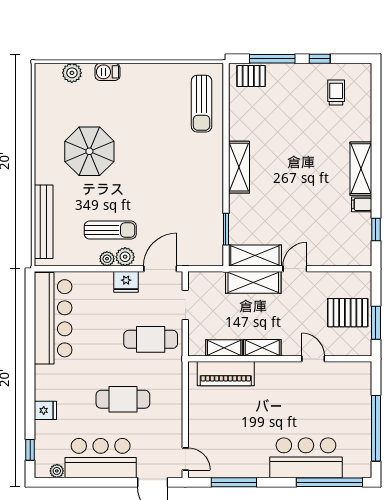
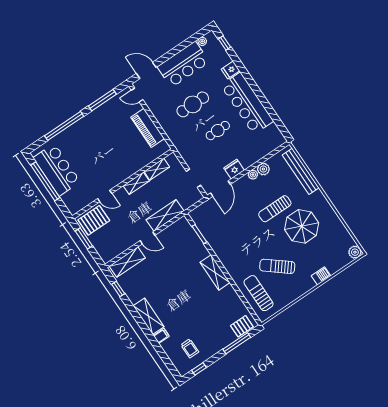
window: (320, 59) -> (199, 369), moved
plant: (72, 73) -> (355, 252), moved
sun lounger: (155, 121) -> (277, 266), added
filing cabinet: (362, 204) -> (161, 336), moved
sun lounger: (110, 230) -> (275, 209), moved
shelving: (255, 256) -> (127, 262), moved
plant: (125, 257) -> (263, 169), moved
door: (295, 269) -> (148, 238), hinge flipped
pallet: (348, 313) -> (94, 220), moved
bar counter: (53, 318) -> (247, 103), moved
cafe table: (151, 339) -> (218, 131), moved, width x0.73, depth x0.74
piano: (226, 374) -> (148, 128), moved, turned -90
bar counter: (306, 458) -> (57, 170), moved, turned -90
window: (329, 482) -> (64, 126), moved

